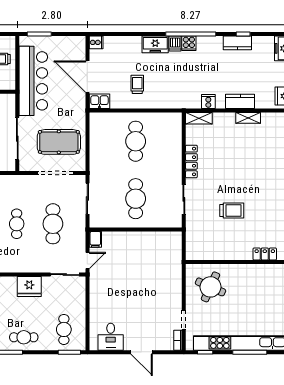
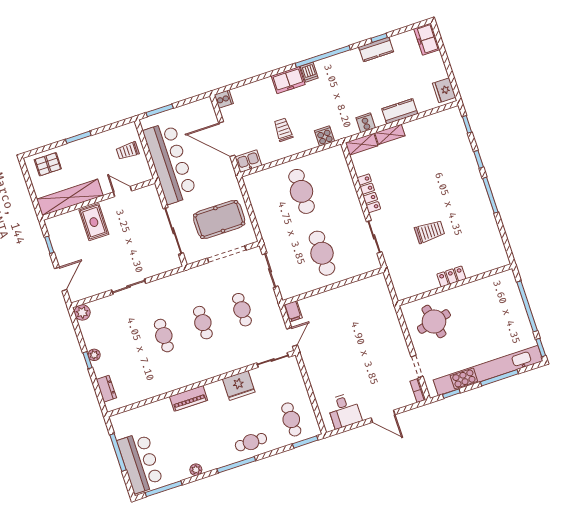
cooker: (189, 43) -> (325, 136), moved, turned 180
shelving: (248, 118) -> (390, 134), moved
cafe table: (53, 224) -> (242, 310), width x0.73, depth x0.74
locker: (265, 254) -> (451, 276), moved
round table: (210, 287) -> (434, 322), turned -37

